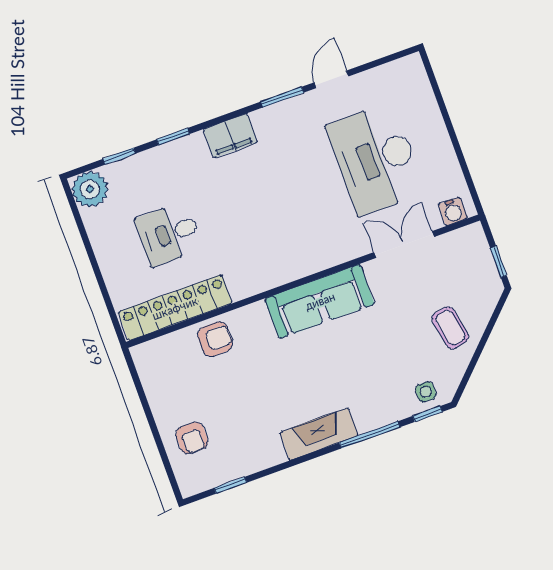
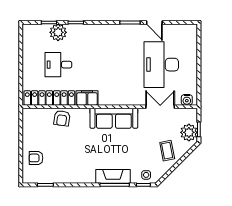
door: (331, 79) -> (154, 22), swing flipped
filing cabinet: (230, 136) -> (87, 98), moved, turned 180
plant: (90, 189) -> (58, 32), moved
plant: (481, 275) -> (189, 132), added
armchair: (215, 339) -> (62, 118), turned 98
fireplace: (319, 434) -> (113, 176), moved
armchair: (192, 438) -> (36, 158), turned 90

